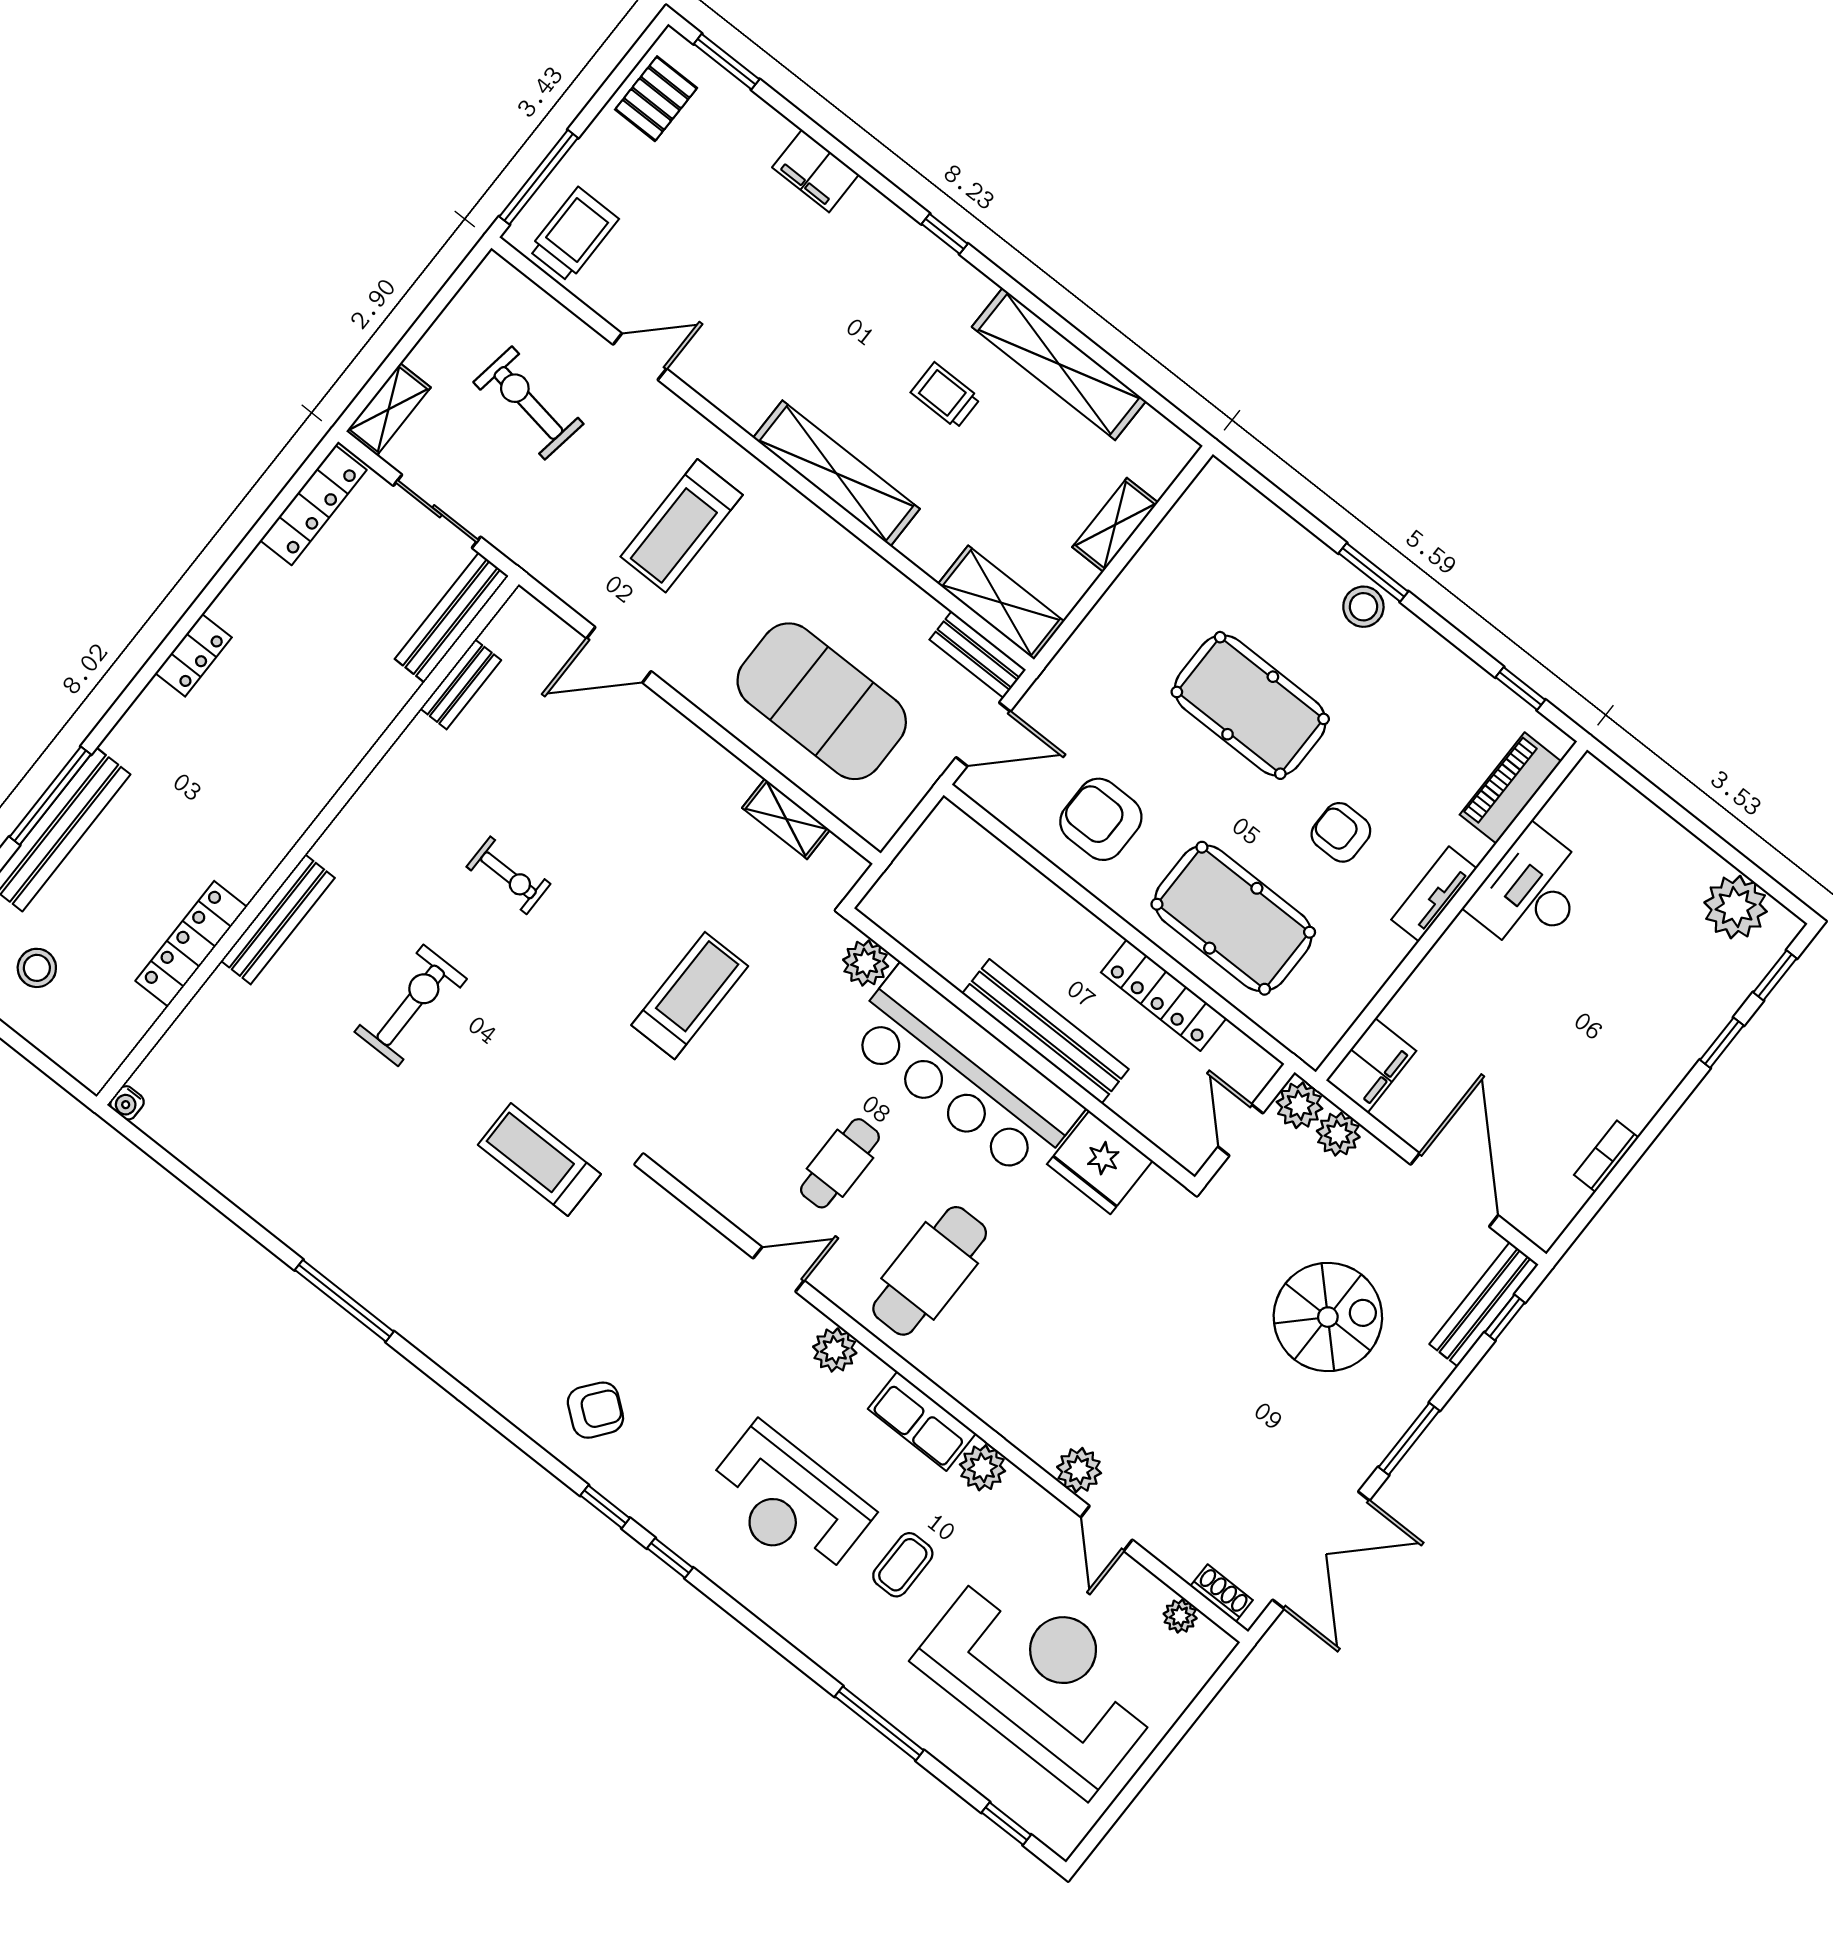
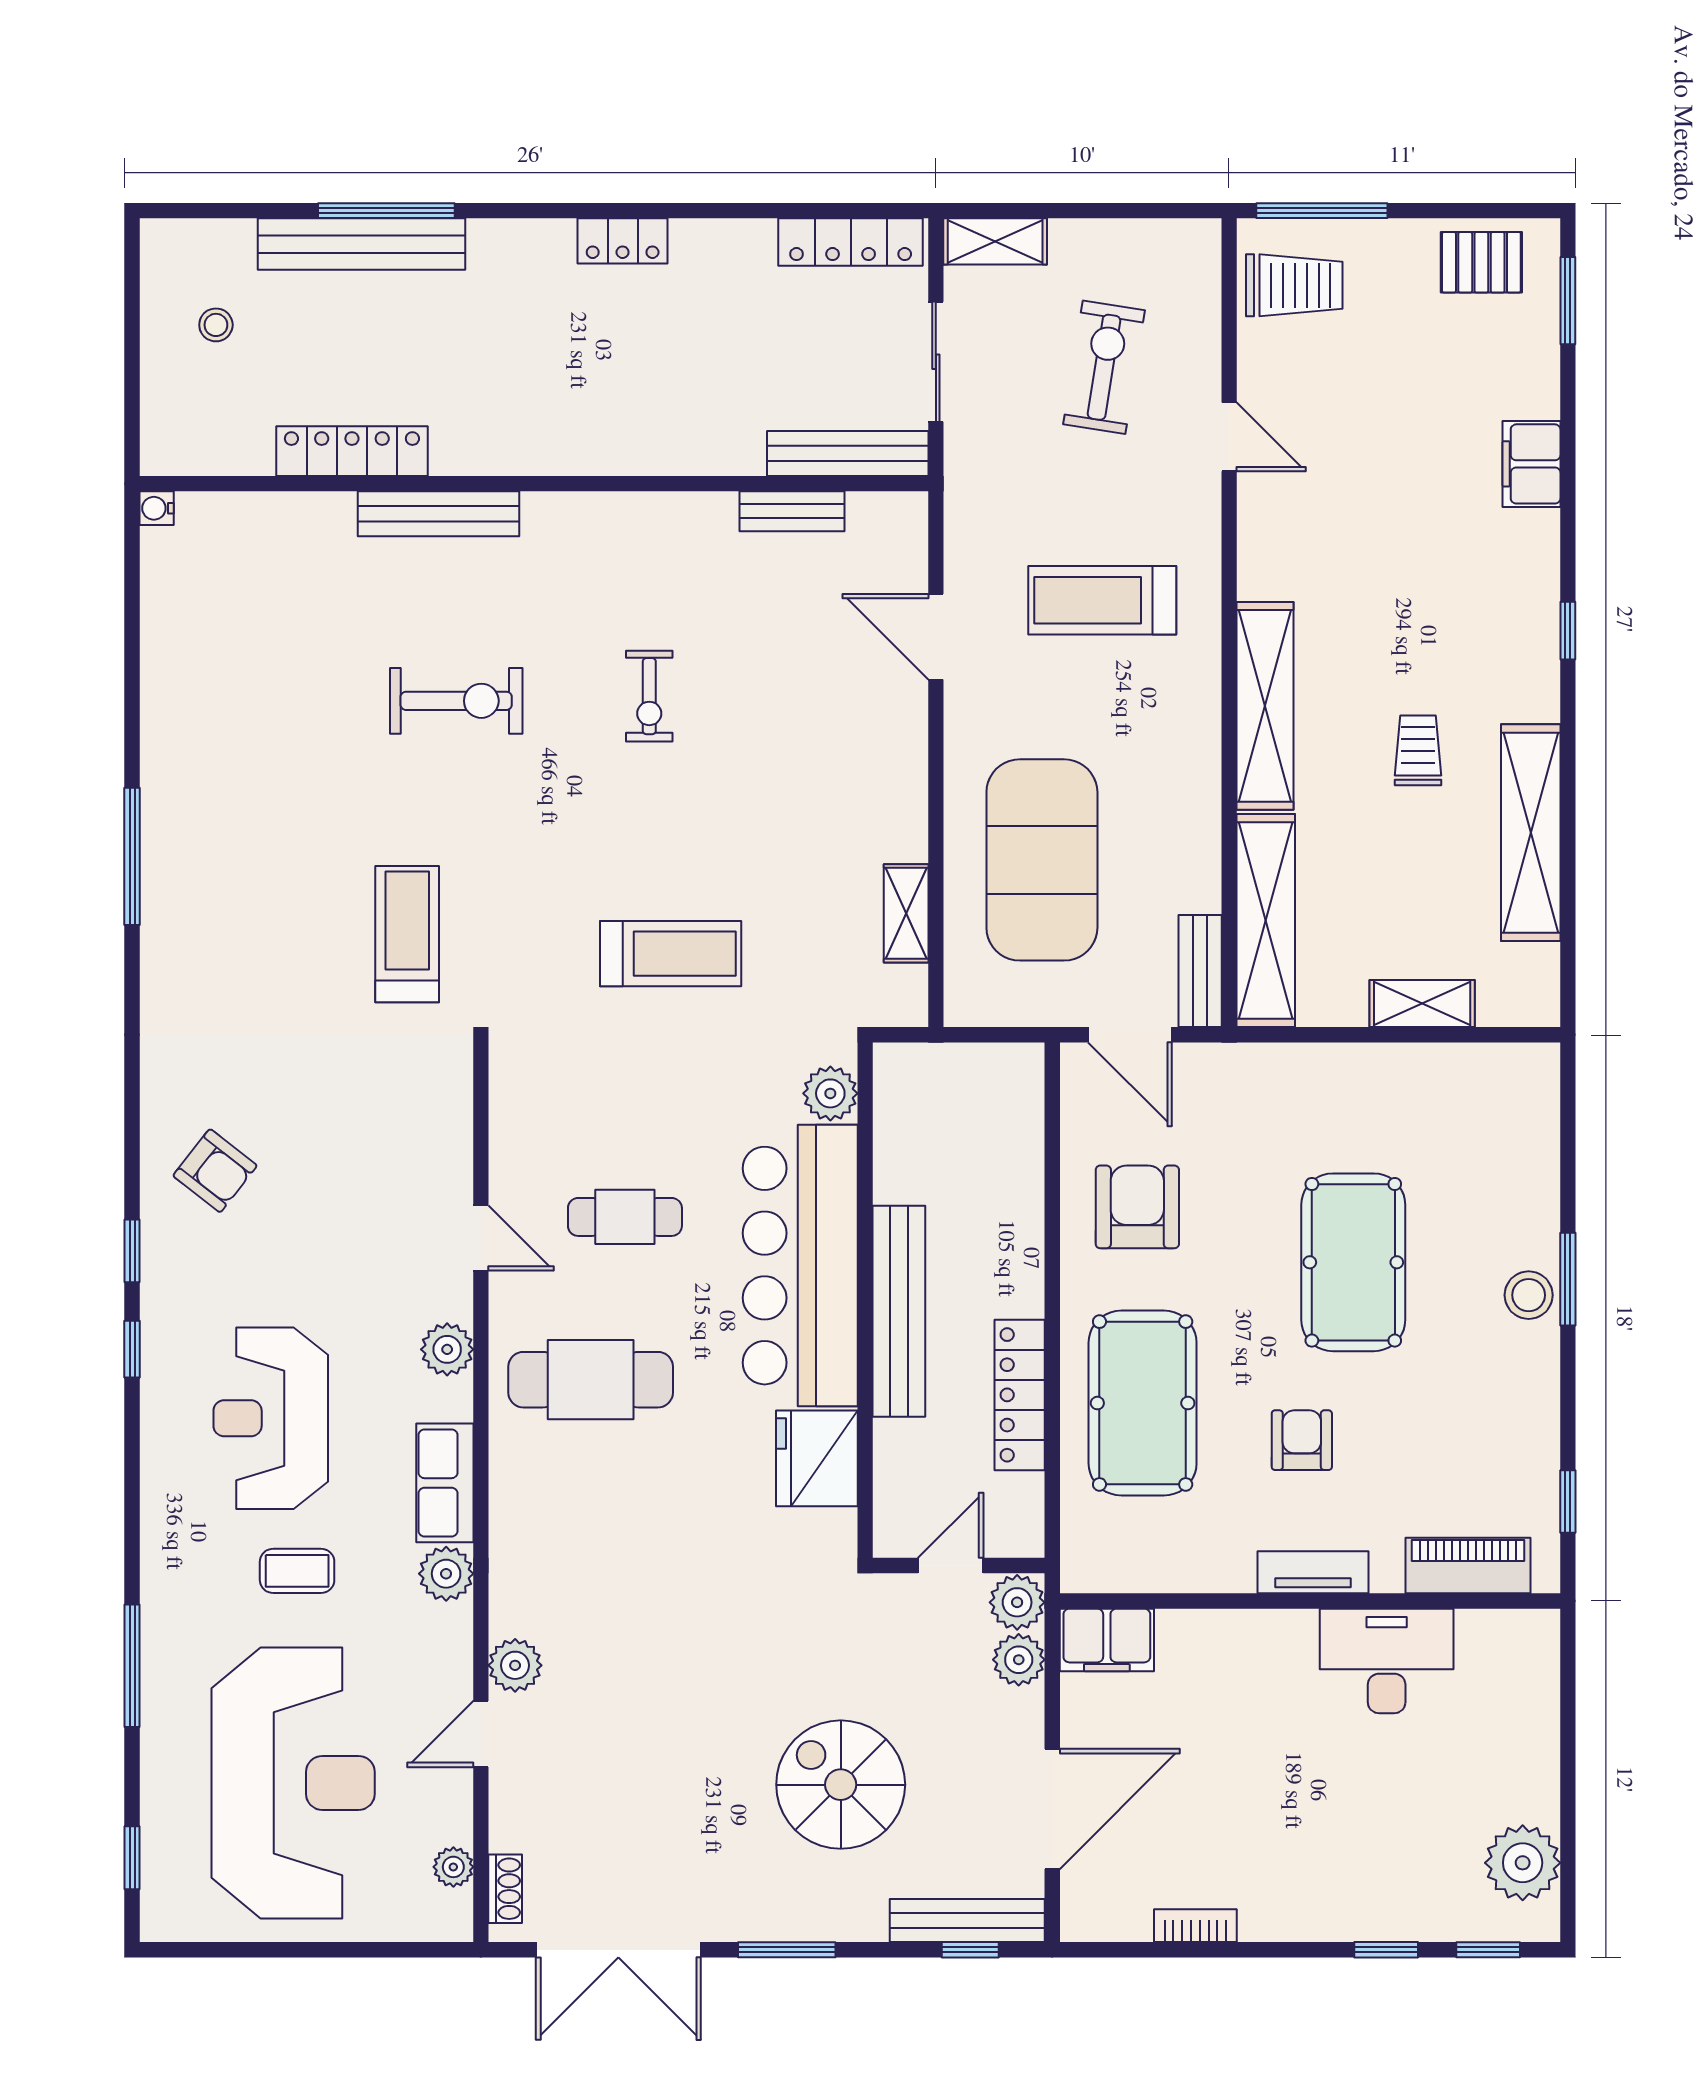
shelving: (1001, 603) -> (1266, 921), width x1.47
stool: (37, 968) -> (216, 325), width x0.73, depth x0.73
spiral stairs: (1328, 1317) -> (841, 1785), turned 180

